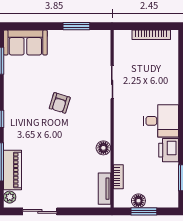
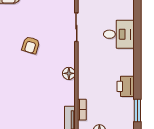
desk: (161, 121) -> (119, 34), moved
floor lamp: (103, 148) -> (69, 73), moved

